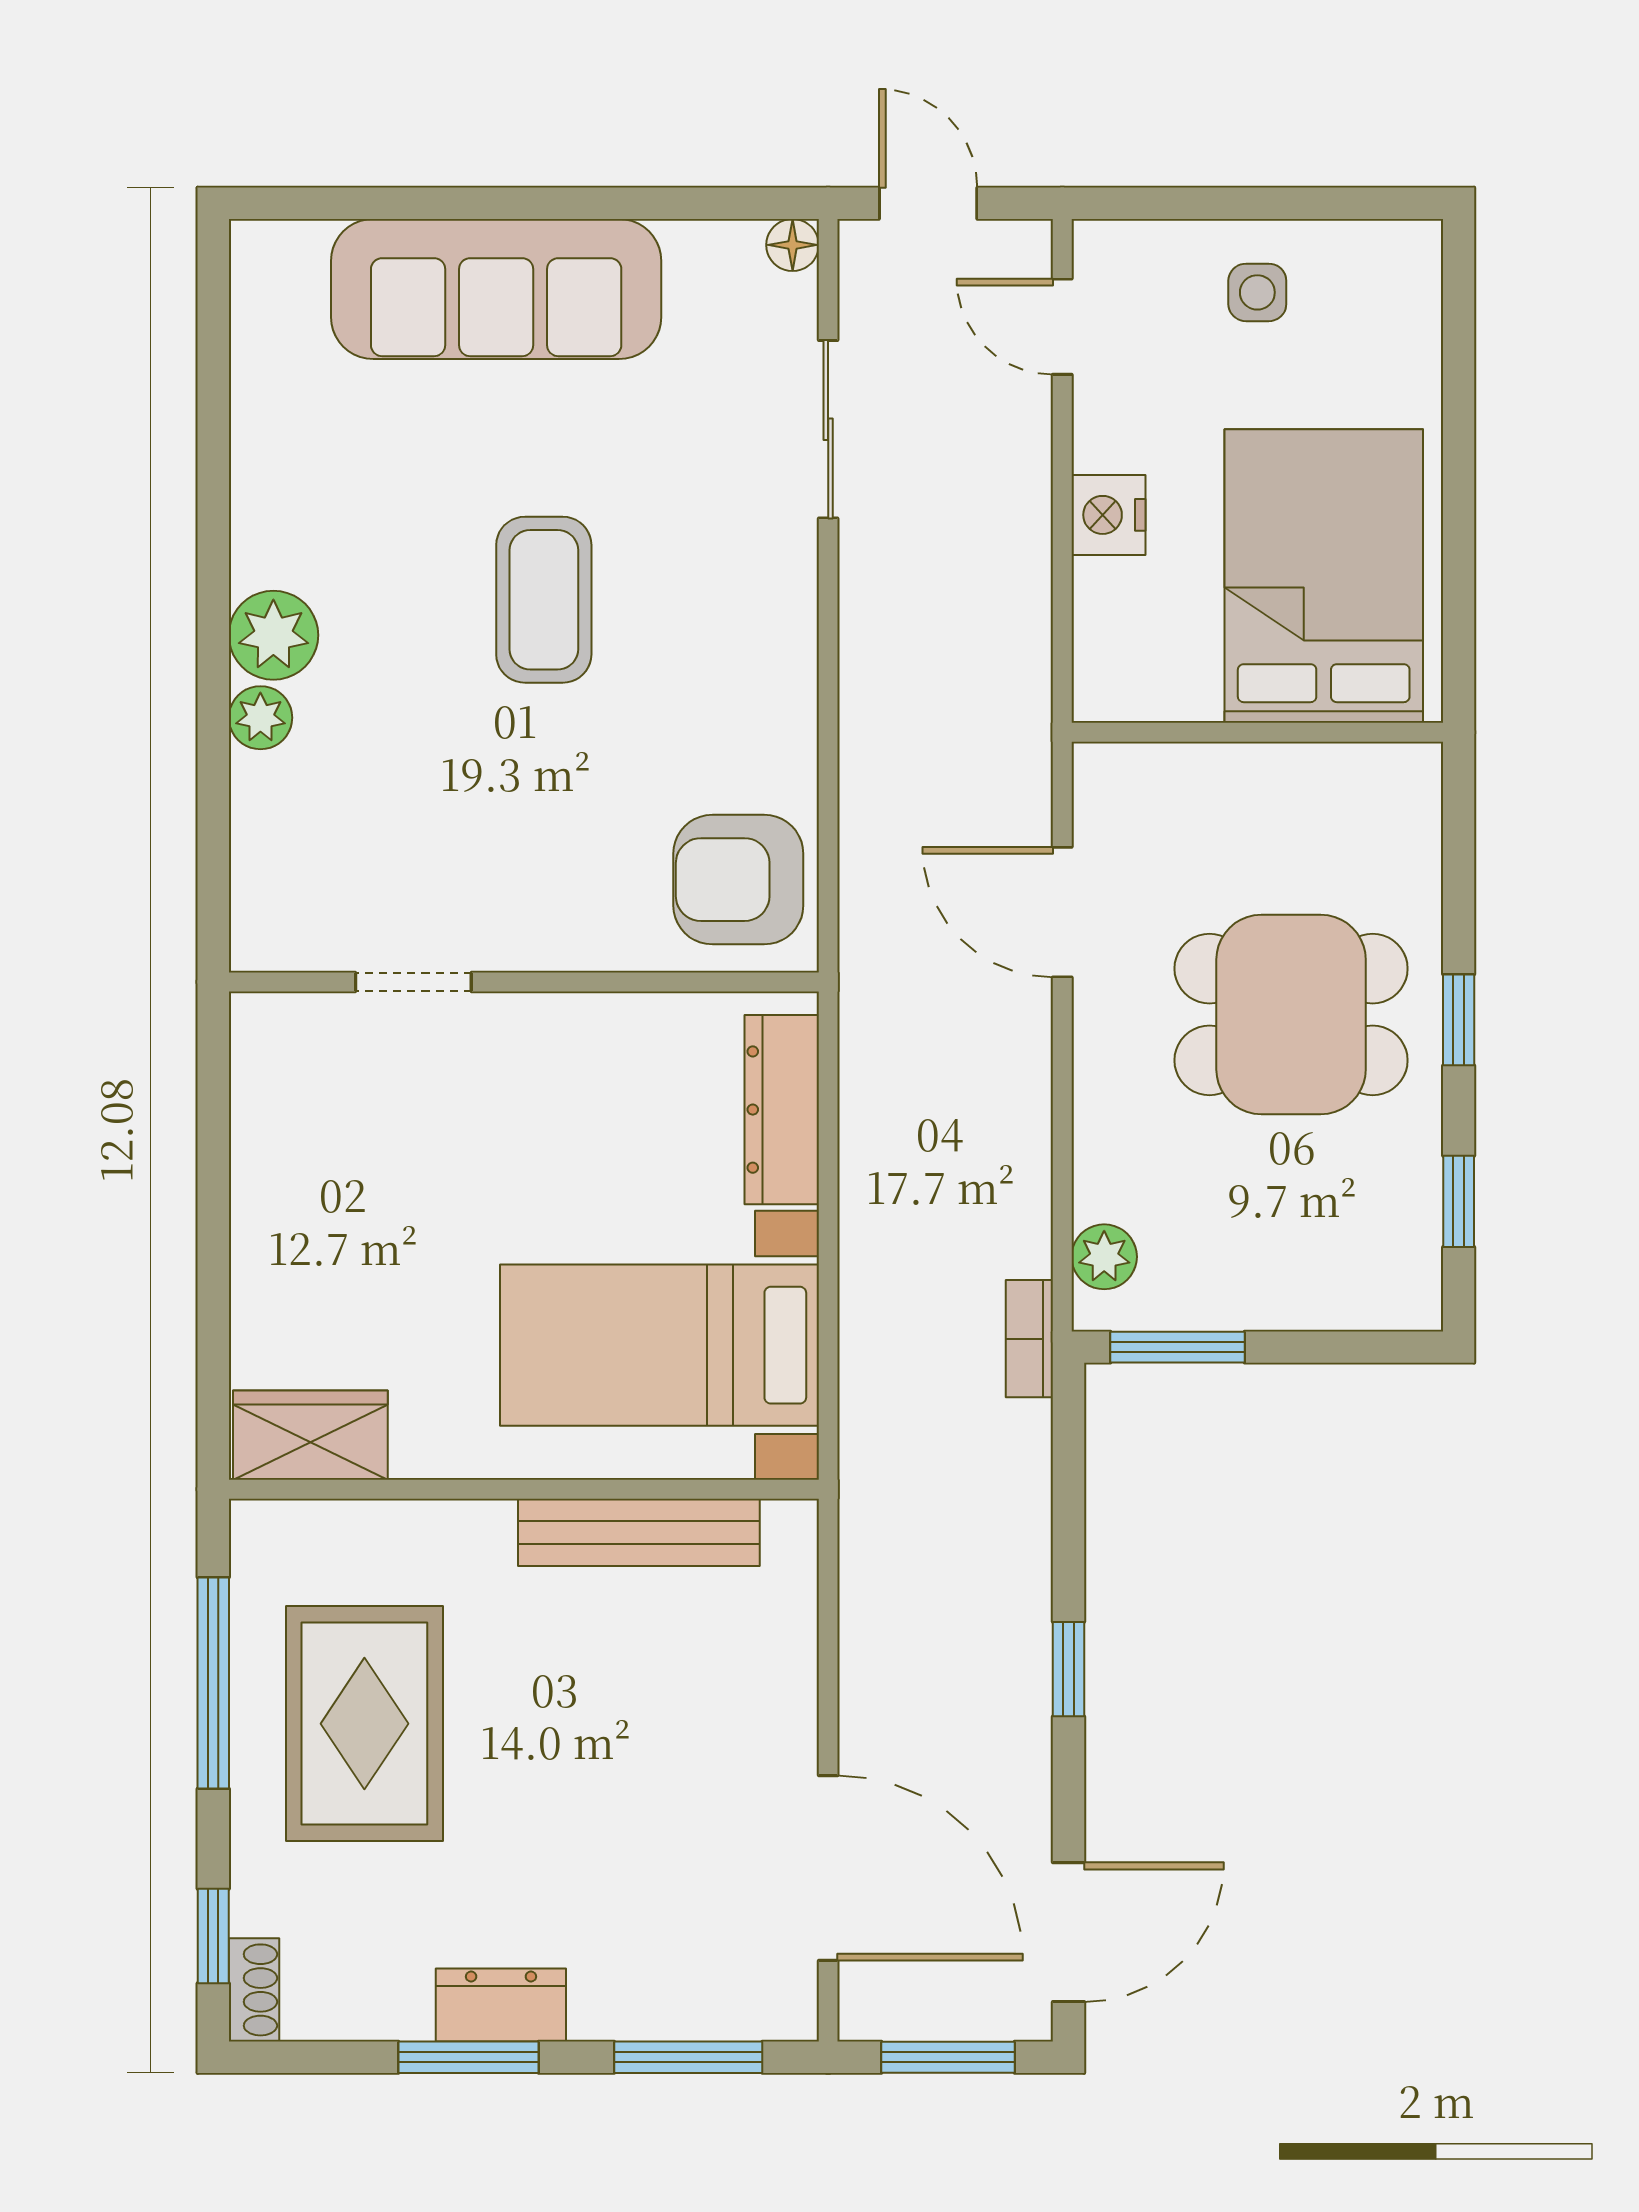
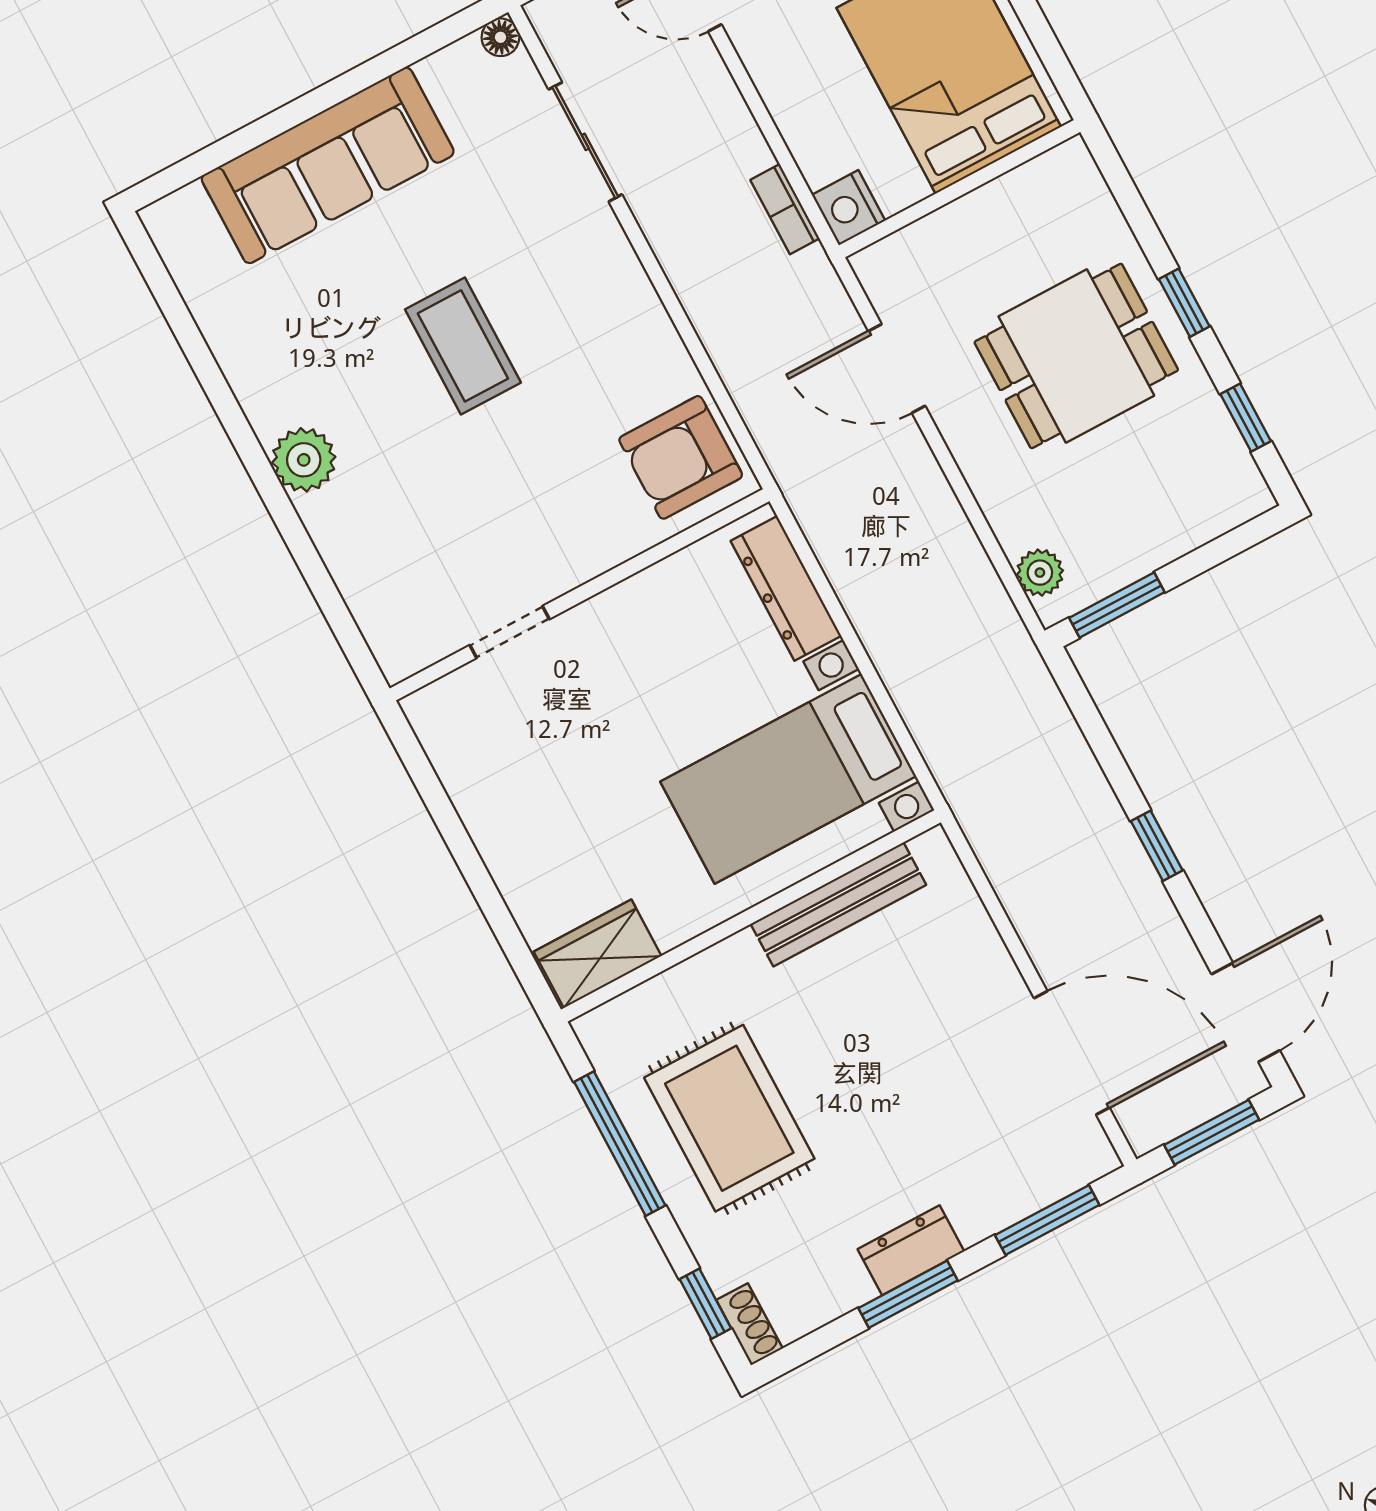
nightstand: (1108, 515) -> (849, 208), moved
plant: (260, 718) -> (323, 516), removed
bookcase: (1029, 1339) -> (785, 209), moved

